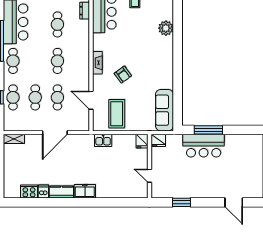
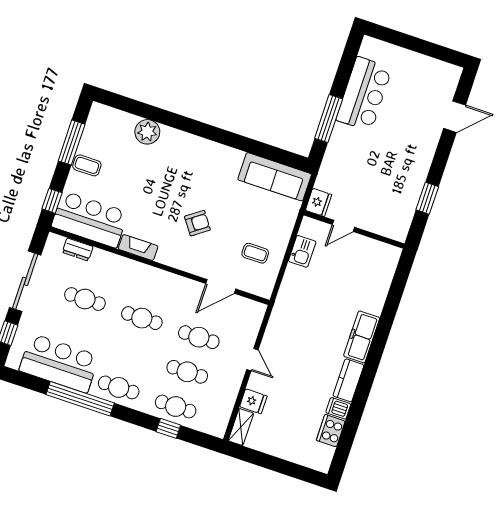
fireplace: (97, 63) -> (138, 247), moved
coffee table: (117, 114) -> (255, 253), width x0.54, depth x0.58
door: (55, 133) -> (252, 360), width x0.53
kitchen sink: (103, 140) -> (302, 251), moved
fridge: (142, 141) -> (253, 401), moved
bar counter: (204, 146) -> (364, 94), moved
door: (149, 176) -> (343, 226), moved
freezer: (85, 191) -> (362, 337), width x1.40

